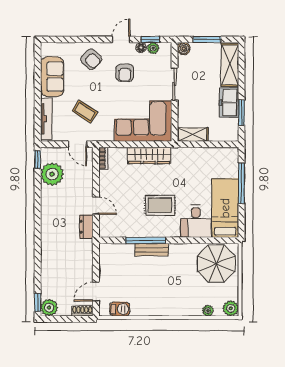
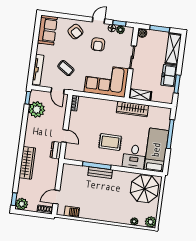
sofa: (52, 77) -> (47, 30), moved
wardrobe: (149, 156) -> (132, 109), moved
wardrobe: (49, 250) -> (27, 163), added

